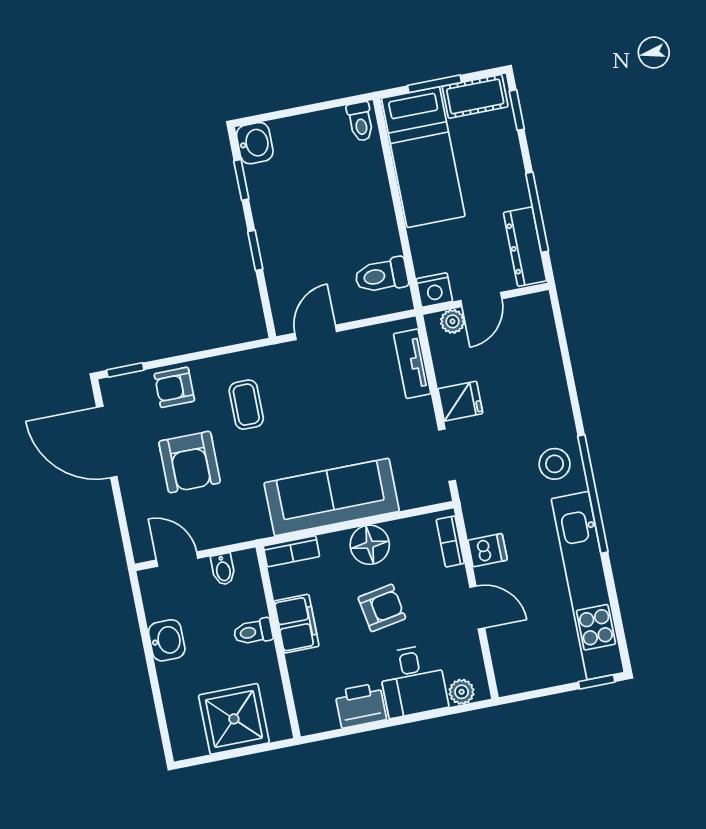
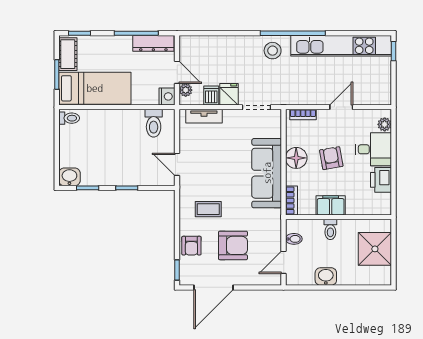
dishwasher: (488, 550) -> (211, 96), moved

